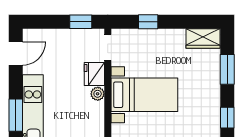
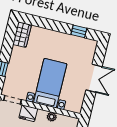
window: (227, 69) -> (47, 24), removed
plant: (98, 94) -> (52, 117), moved

